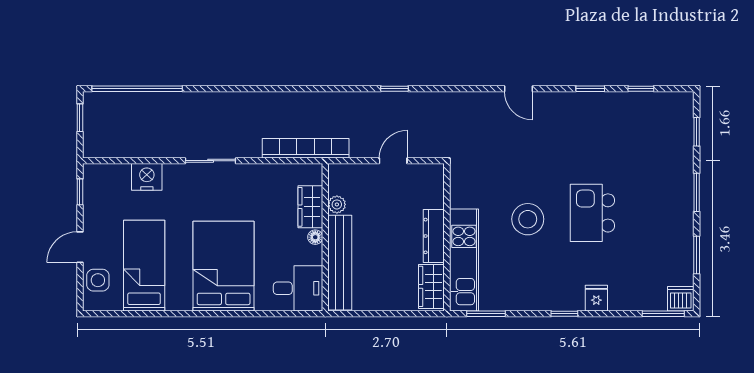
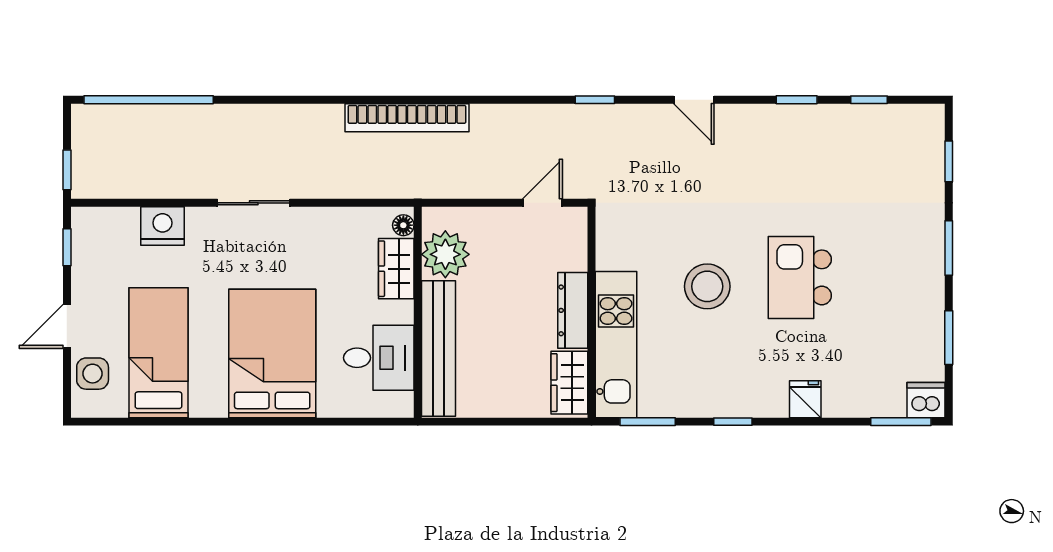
window: (395, 89) -> (595, 100), moved
window: (80, 118) -> (67, 170), moved
bookcase: (306, 148) -> (407, 118), moved, turned 180
door: (393, 161) -> (543, 203), moved
plant: (337, 204) -> (445, 254), width x1.87, depth x1.87
floor lamp: (315, 237) -> (403, 225), moved
desk: (298, 288) -> (379, 358), moved
window: (564, 314) -> (733, 422), moved

